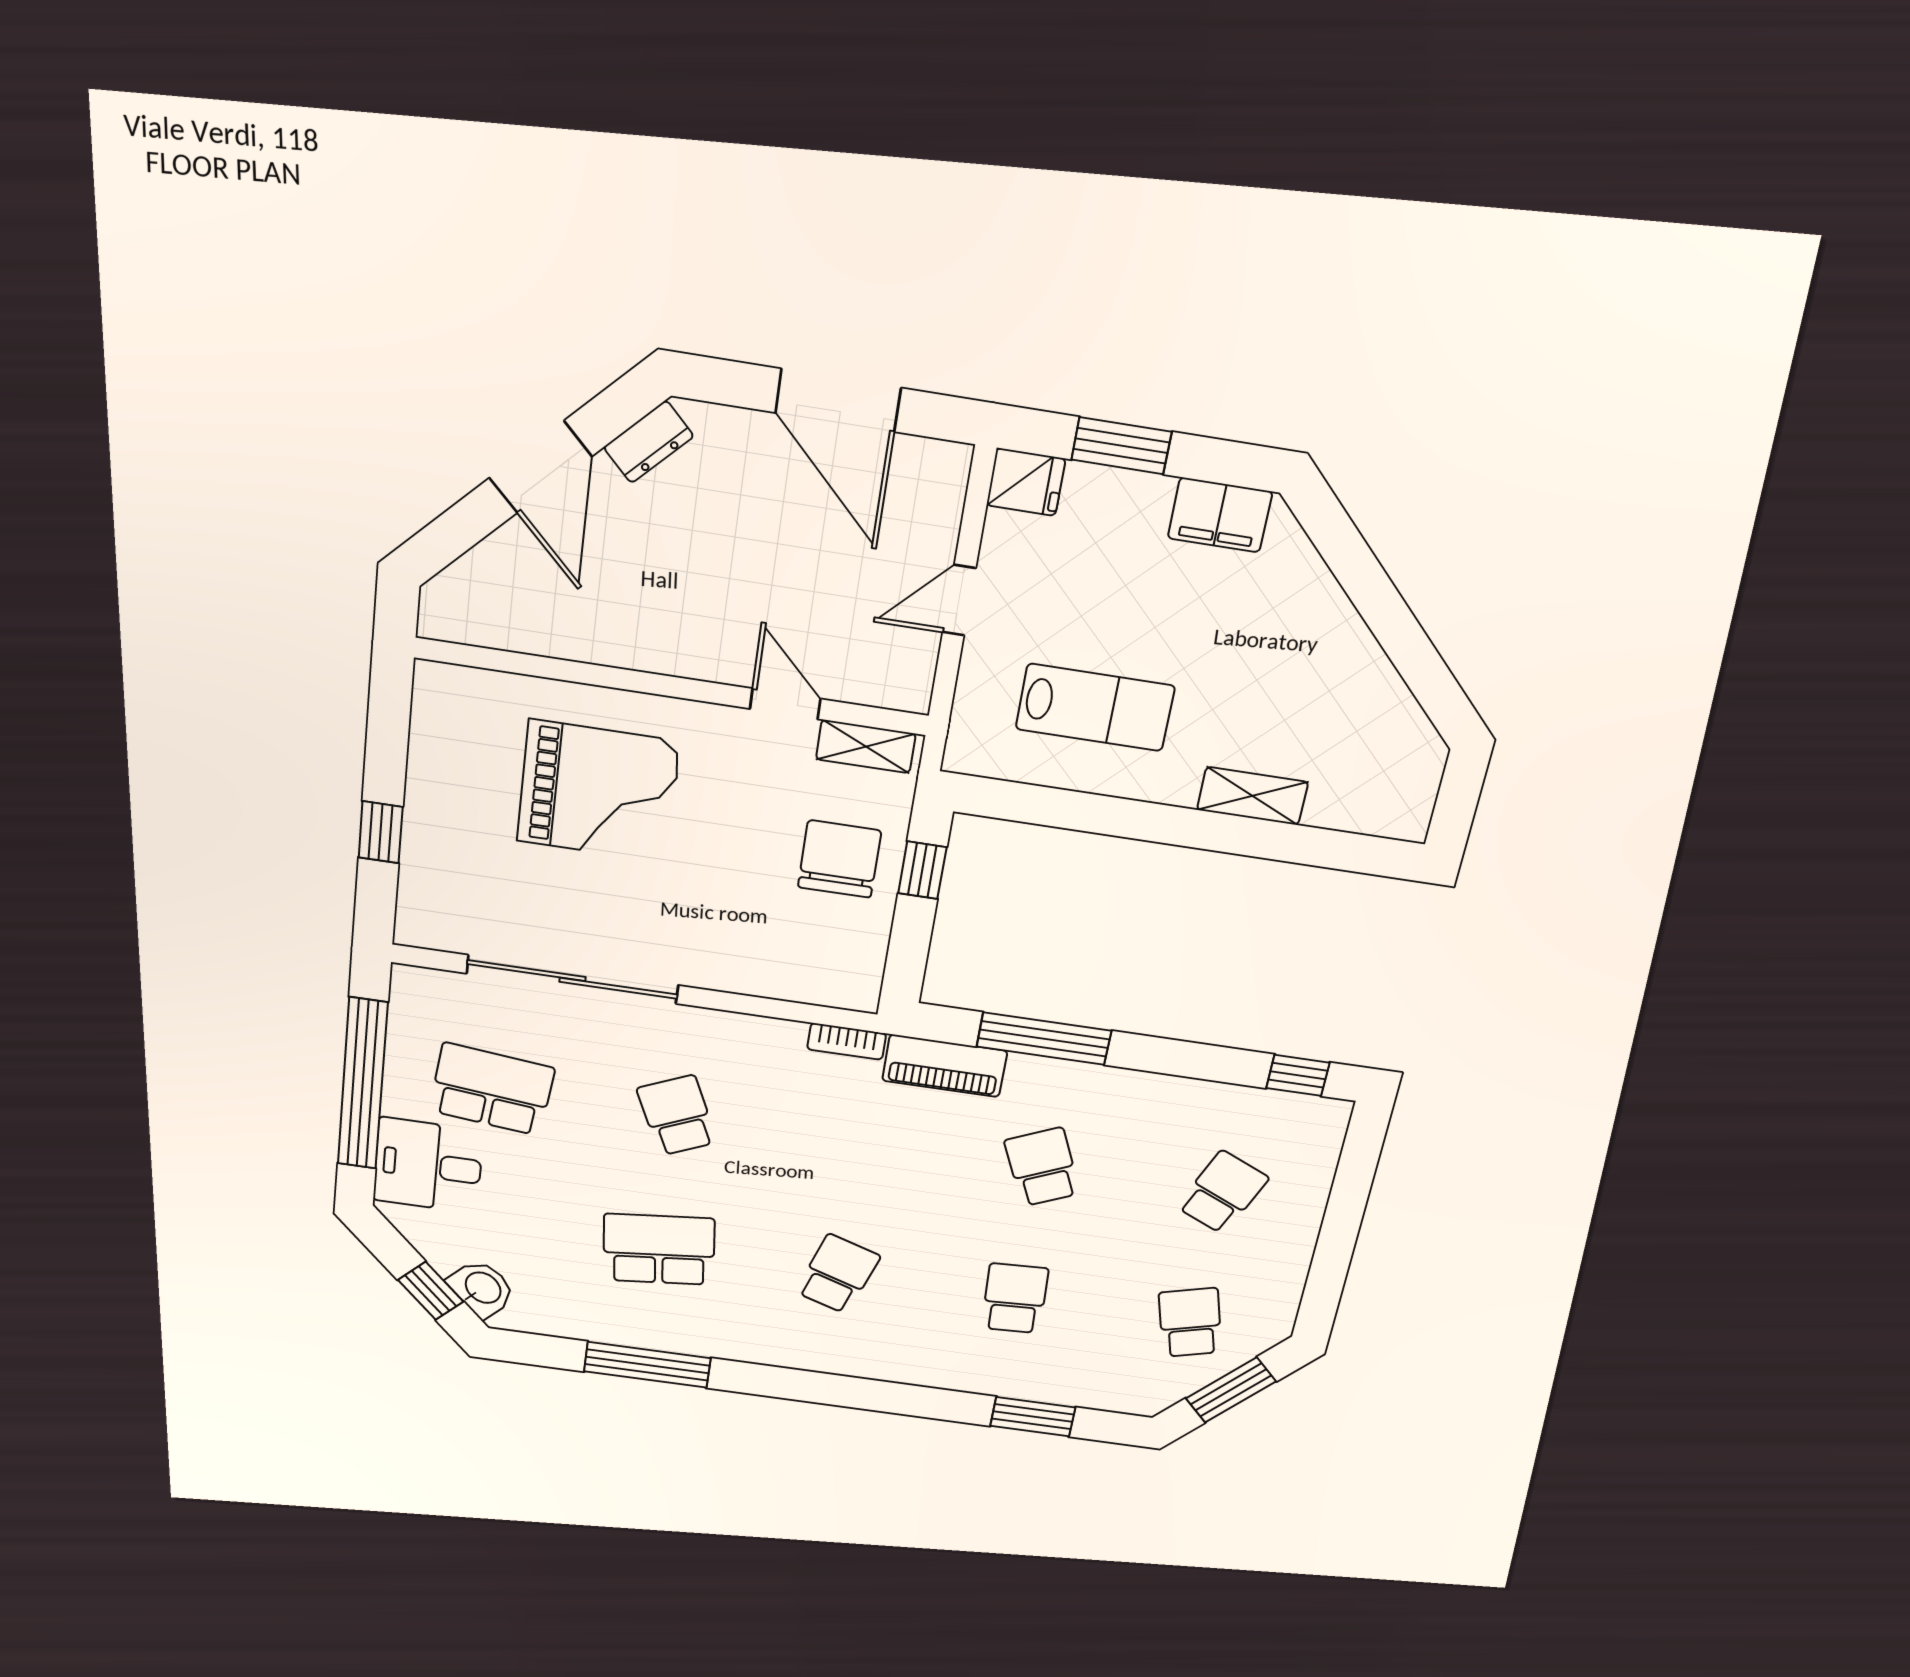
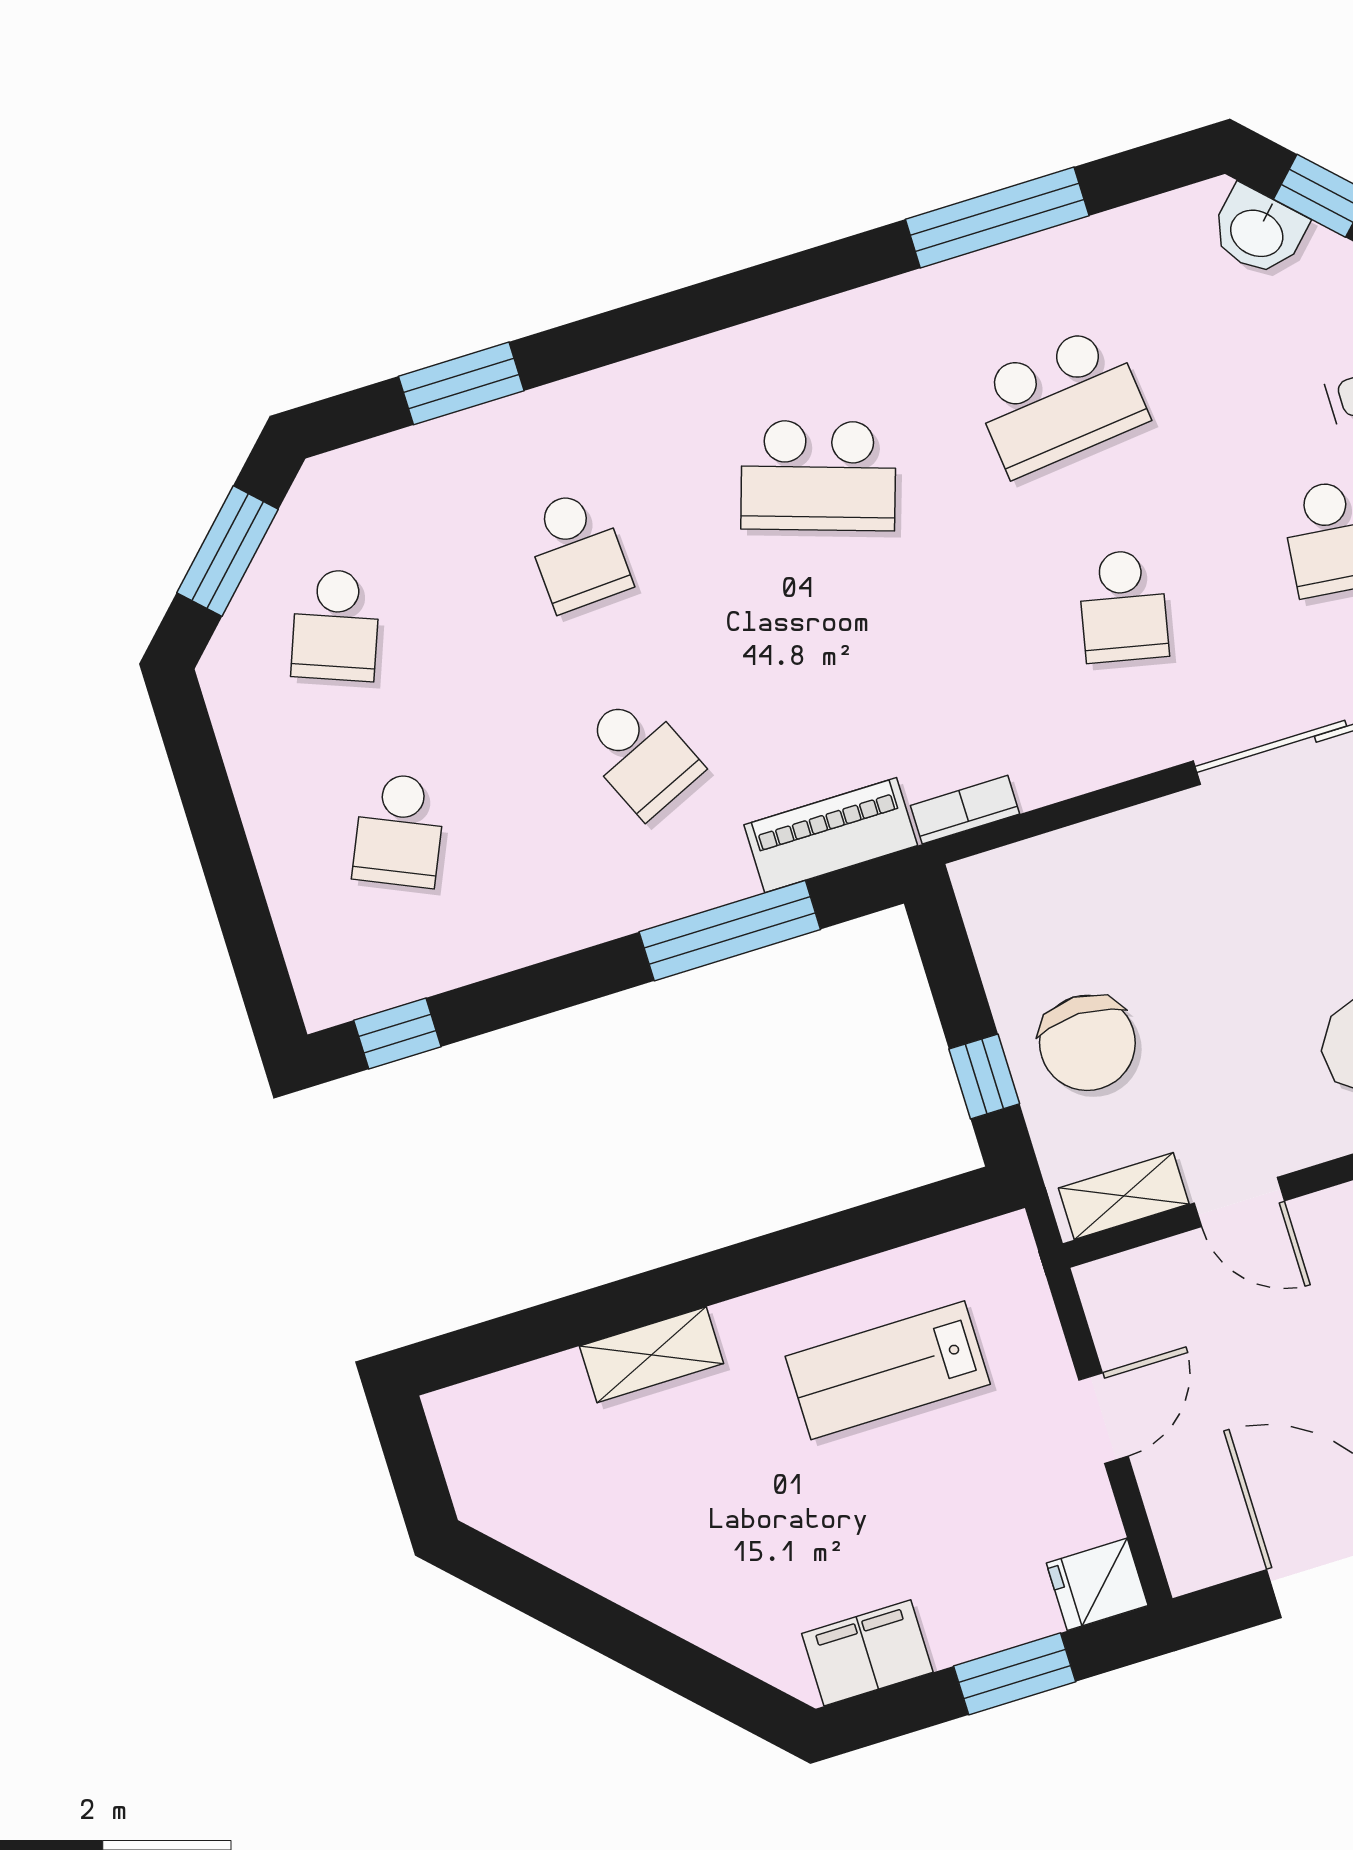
school desk: (677, 1115) -> (1123, 606), turned 36
school desk: (838, 1274) -> (818, 476), width x1.85
school desk: (1190, 1322) -> (336, 625), turned 36

